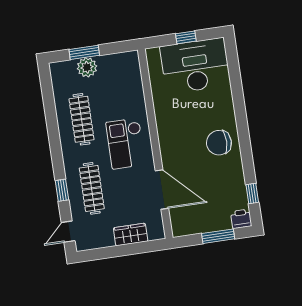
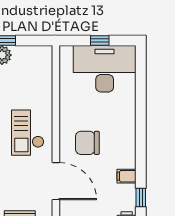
chair: (219, 143) -> (87, 143), moved
filing cabinet: (234, 174) -> (126, 176), added

